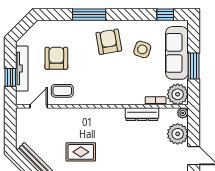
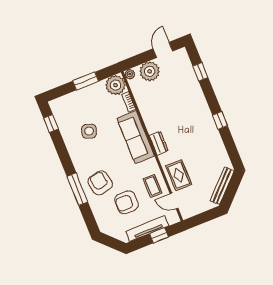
armchair: (109, 42) -> (100, 183), moved, turned 89
sofa: (177, 53) -> (136, 137), moved, turned 90
dresser: (142, 114) -> (159, 143), moved, width x0.70
rug: (81, 152) -> (179, 175), moved

